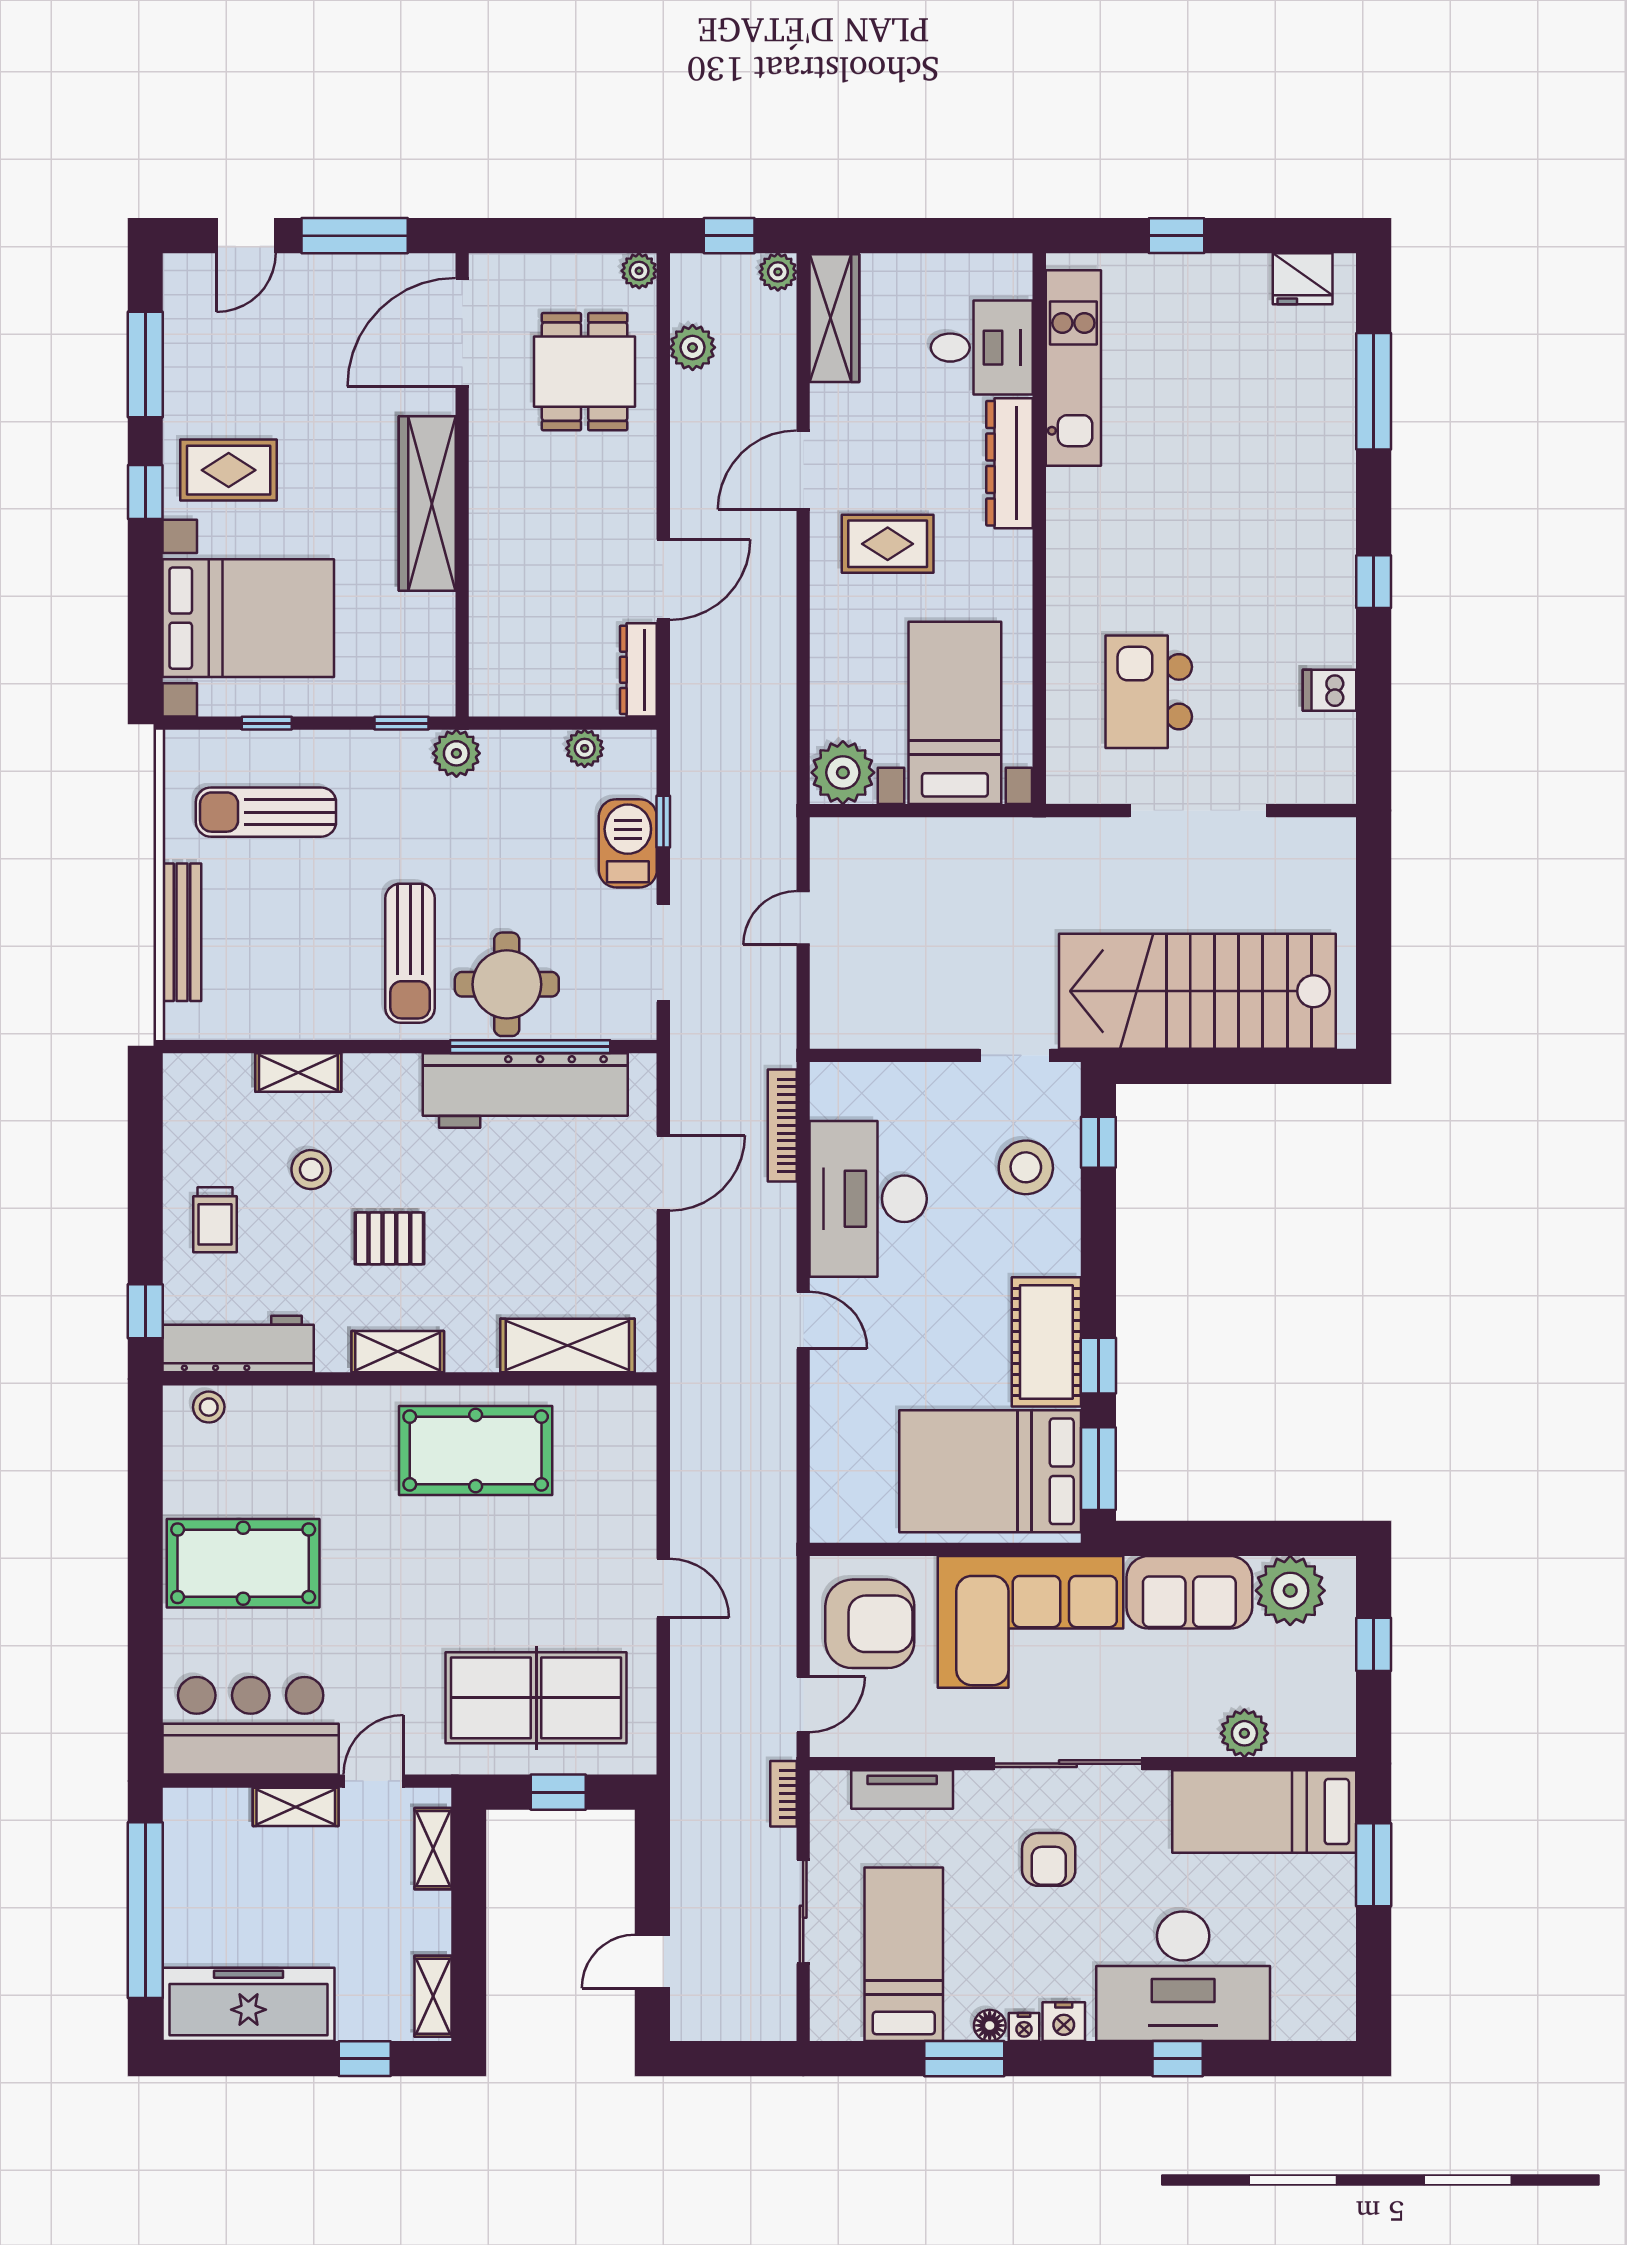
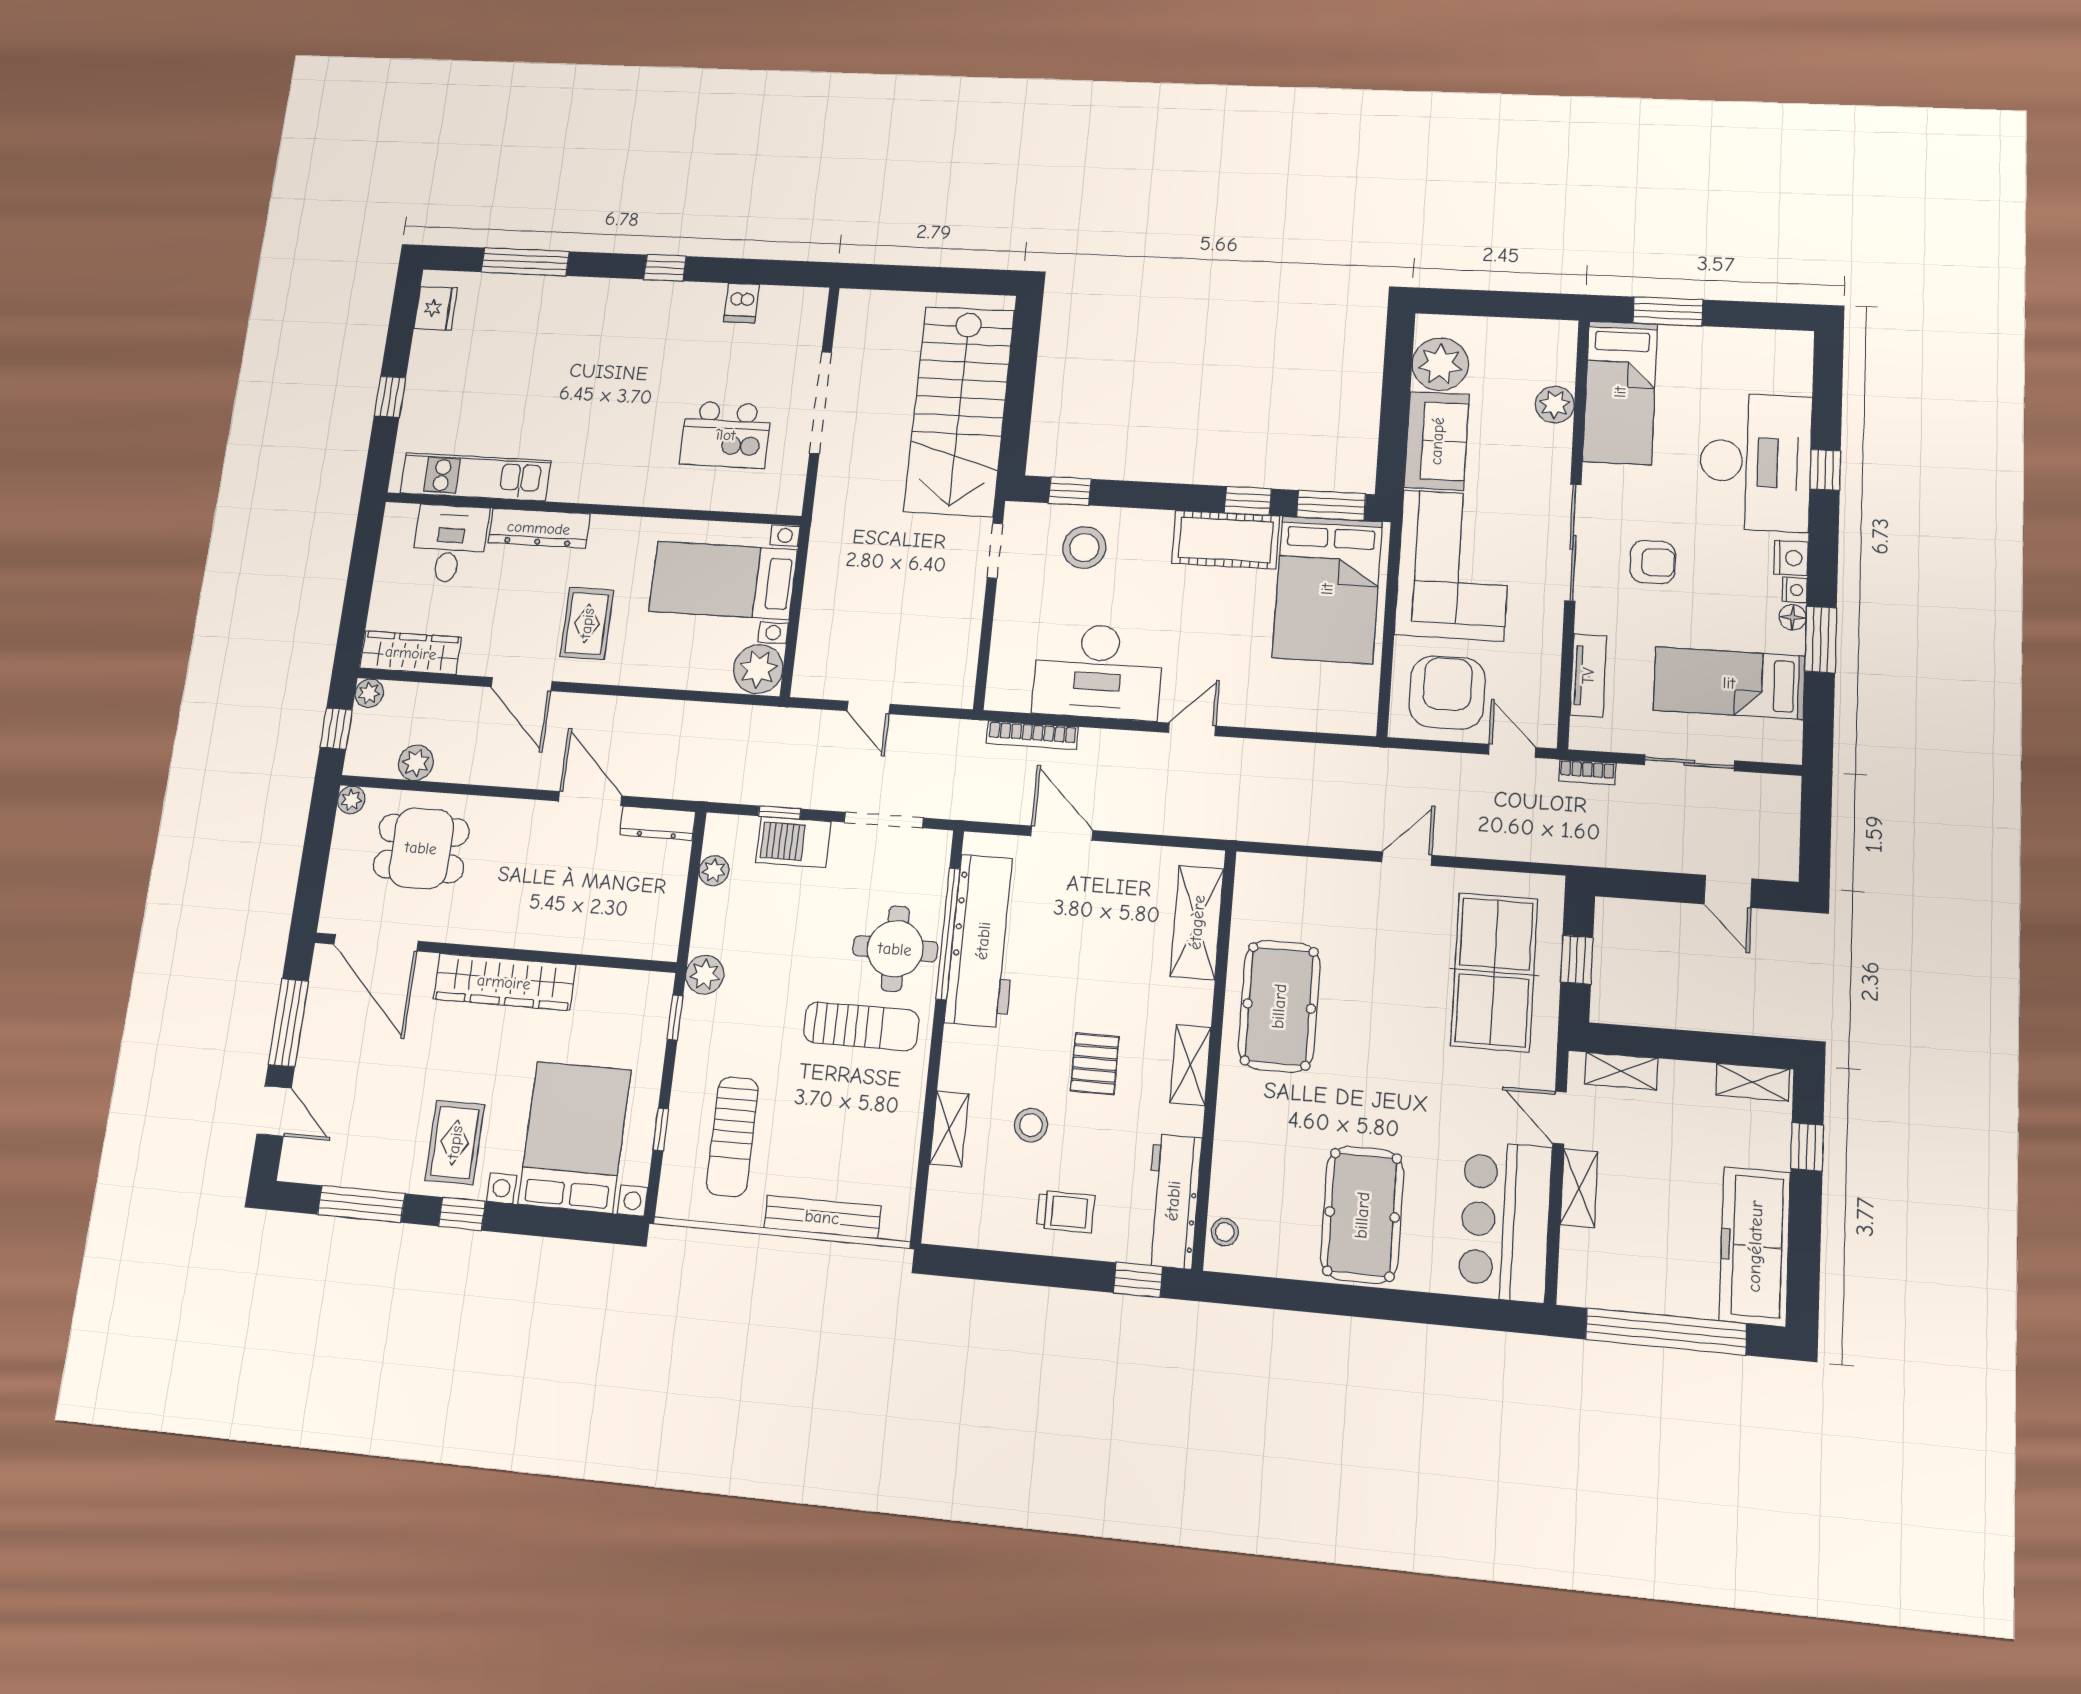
window: (1374, 1644) -> (1488, 304), removed

